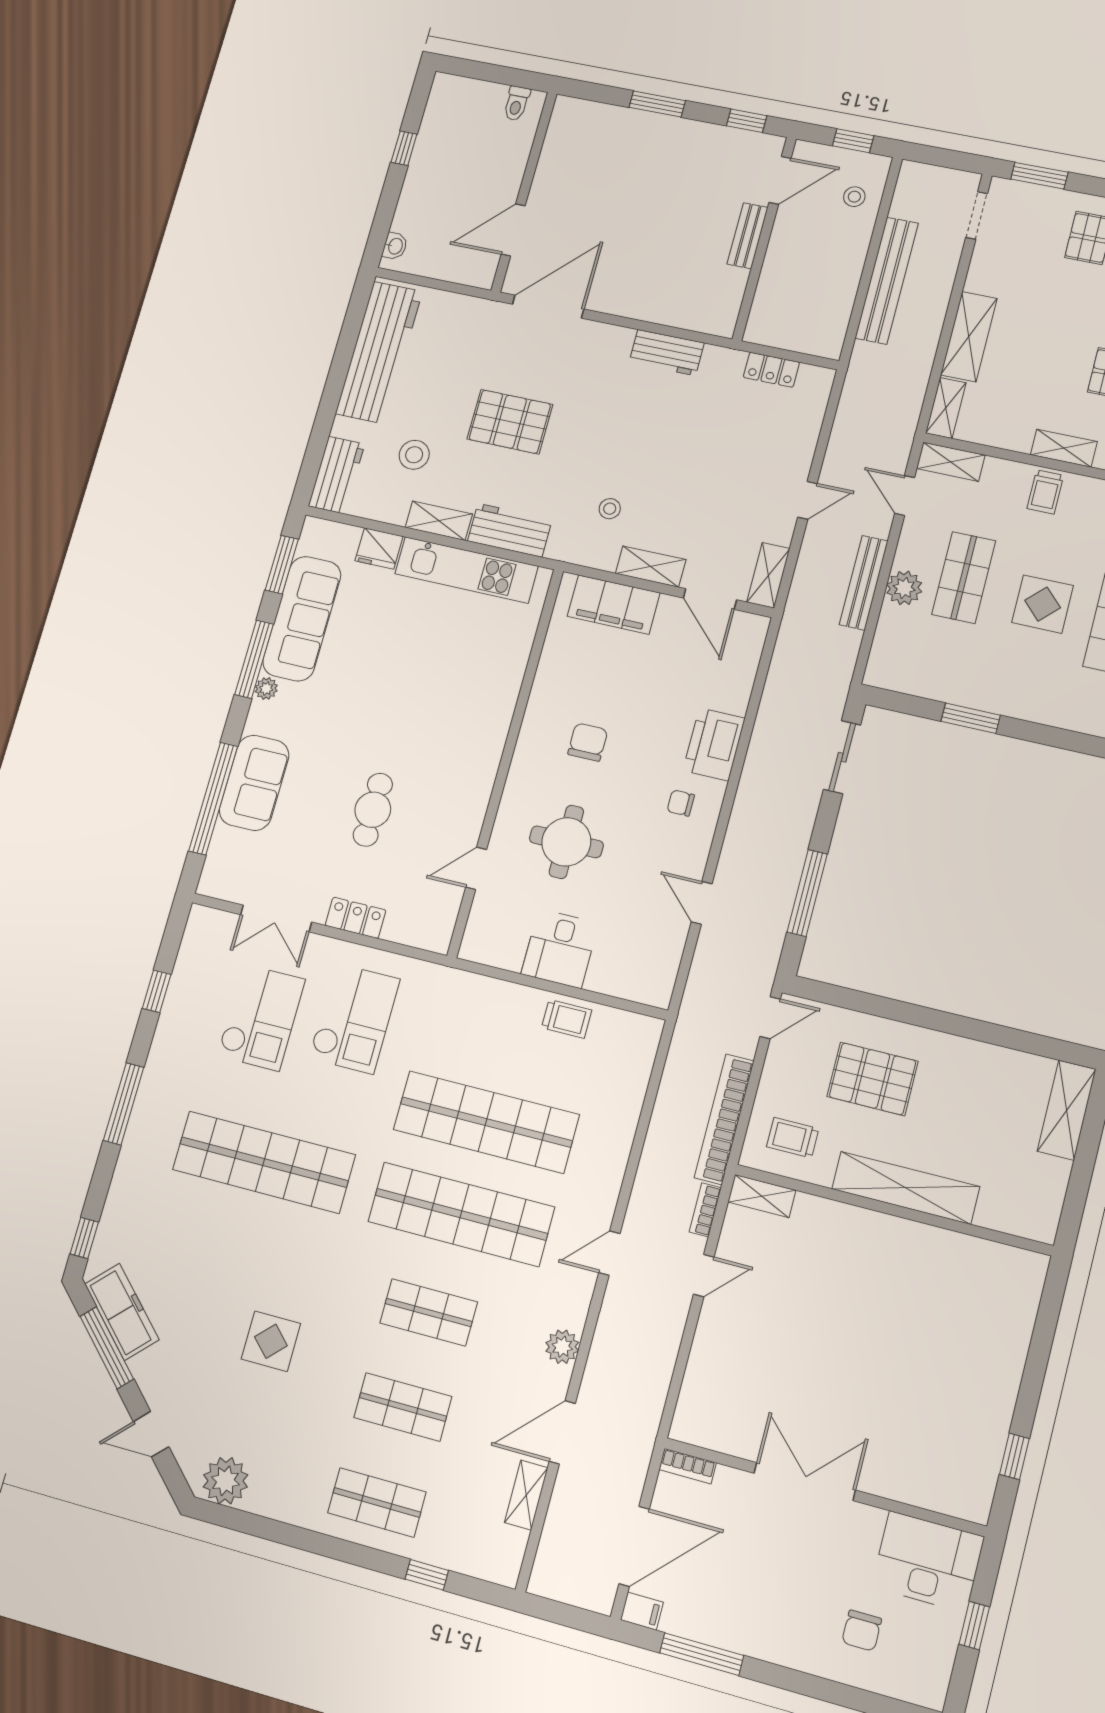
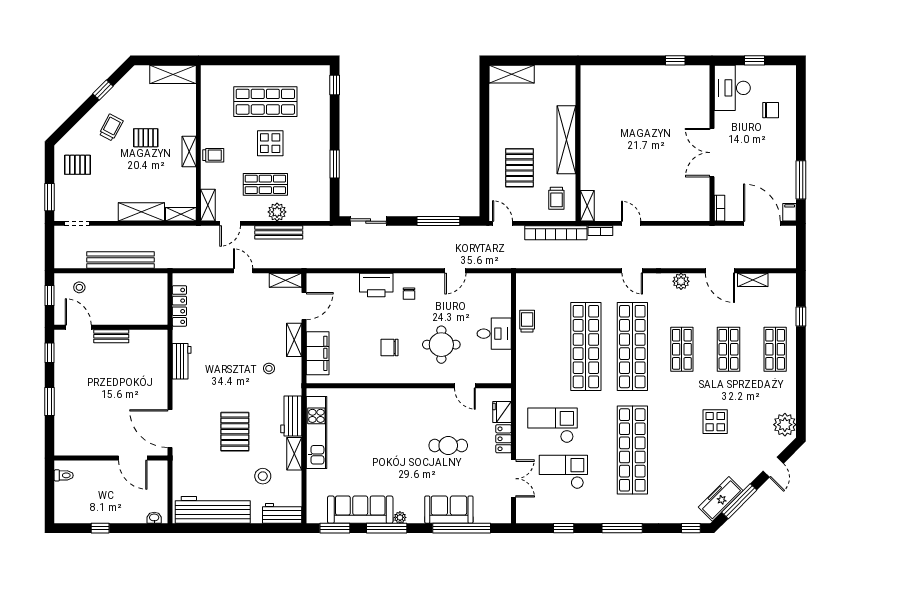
locker: (771, 370) -> (179, 306), width x1.53
fridge: (379, 549) -> (502, 412), moved, turned 180

